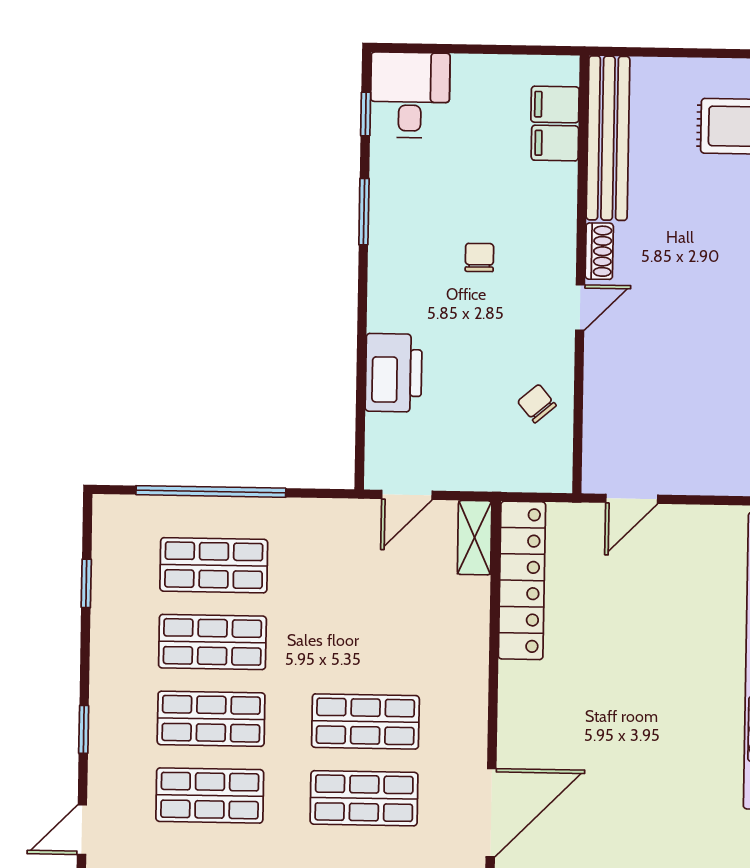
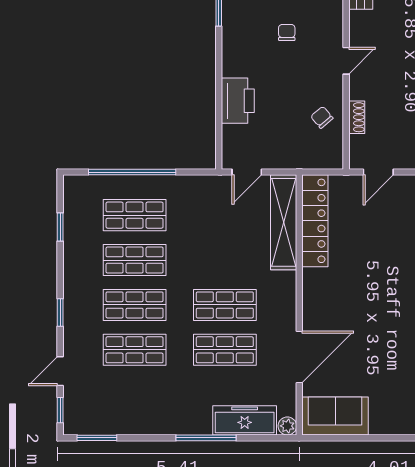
shoe rack: (599, 251) -> (357, 117), moved
shelving: (475, 538) -> (284, 222), width x2.20, depth x1.33

